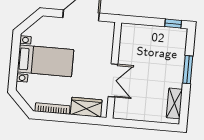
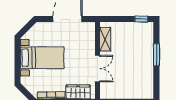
shelving: (174, 103) -> (105, 39), moved

